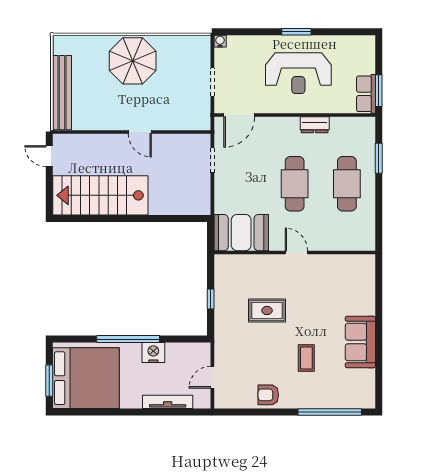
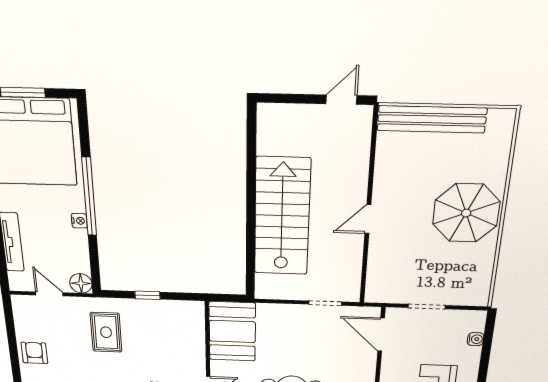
water cooler: (220, 41) -> (476, 339), moved
stairs: (100, 195) -> (282, 217), moved
rug: (267, 311) -> (106, 332), moved
floor lamp: (202, 351) -> (81, 283), added
nightstand: (153, 353) -> (79, 221), width x0.53, depth x0.56

